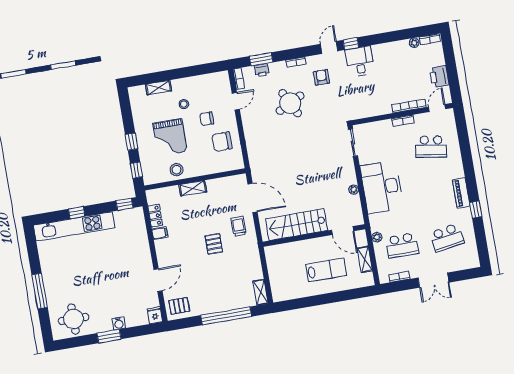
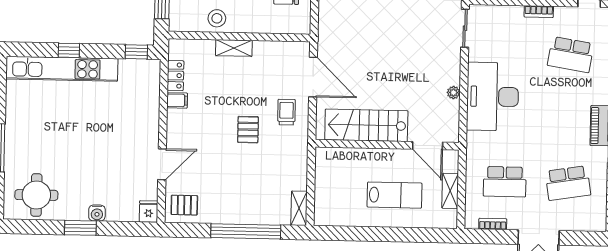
plant: (377, 237) -> (472, 164), removed

